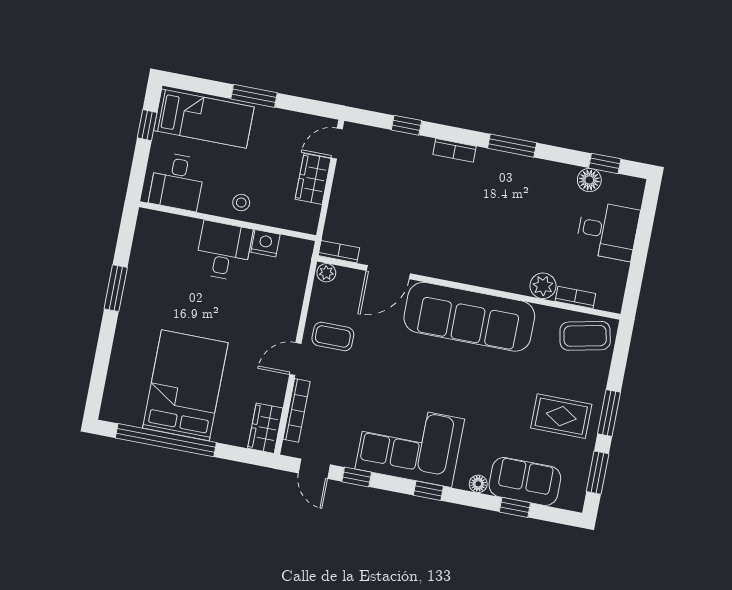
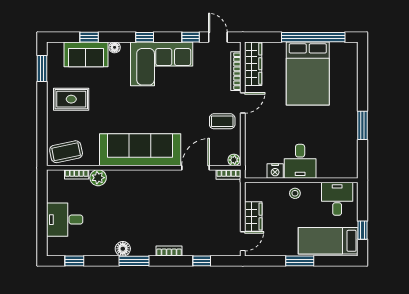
floor lamp: (589, 180) -> (123, 249), moved
window: (609, 413) -> (42, 107), removed
wardrobe: (265, 428) -> (253, 64), width x1.50

